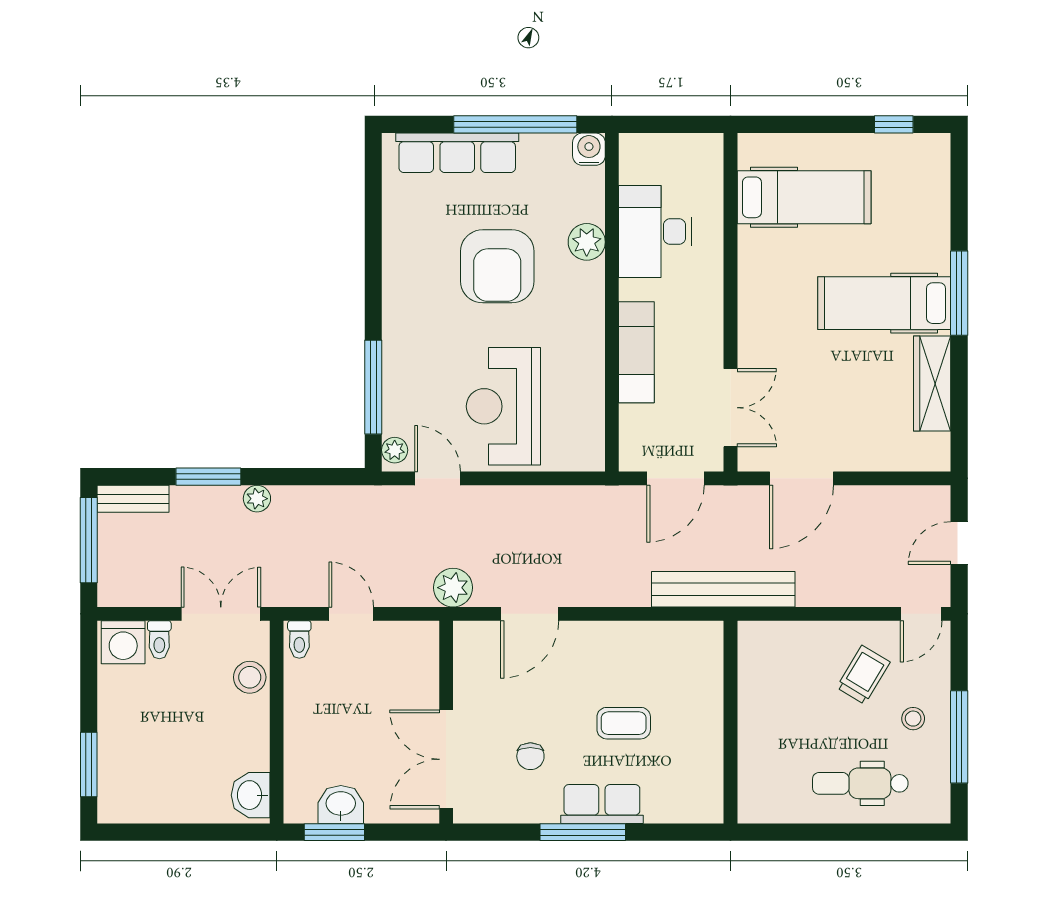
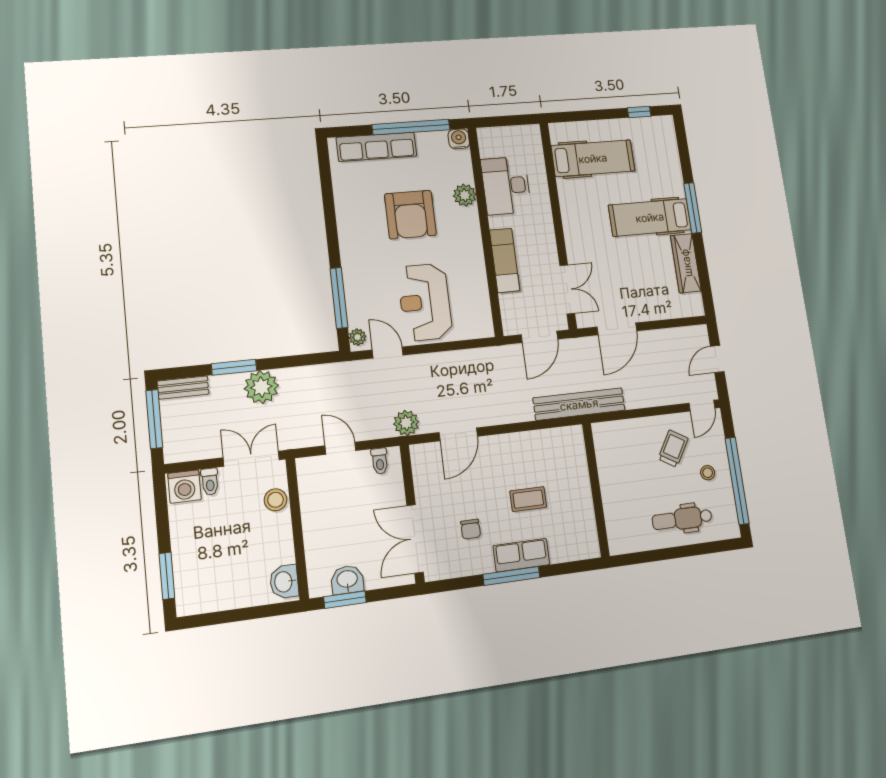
plant: (257, 499) -> (261, 387), width x1.87, depth x1.87
toilet: (299, 640) -> (380, 461), moved
window: (959, 737) -> (737, 481), width x1.46

